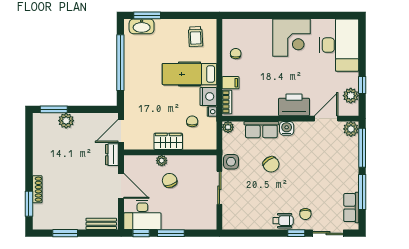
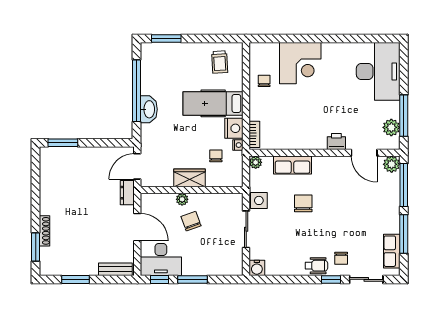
washbasin: (142, 26) -> (149, 109), moved, turned -90
corner desk: (291, 38) -> (300, 63), moved
filing cabinet: (231, 83) -> (258, 113), removed
window: (362, 85) -> (404, 116), width x2.17
printer: (294, 105) -> (336, 141), width x0.53, depth x0.68
door: (326, 119) -> (364, 153), swing flipped
plant: (66, 121) -> (77, 155), removed
water cooler: (287, 128) -> (257, 268), moved, turned 180
chair: (271, 164) -> (303, 203), turned -147

